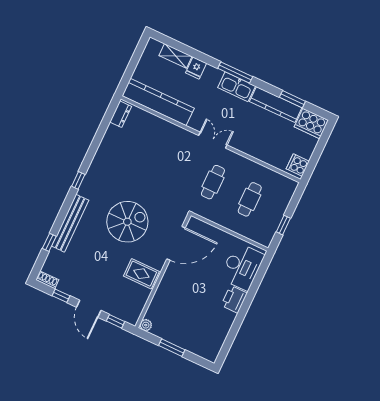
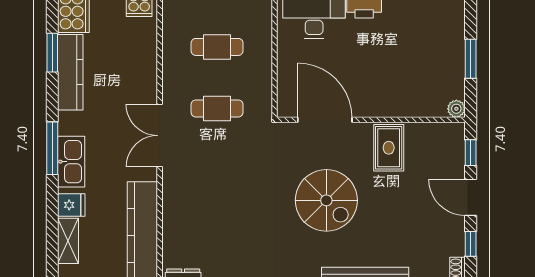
kitchen sink: (237, 87) -> (71, 162), moved
double door: (213, 140) -> (160, 136), width x1.37
spiral stairs: (127, 222) -> (326, 200), turned 180
door: (89, 309) -> (471, 197), swing flipped

